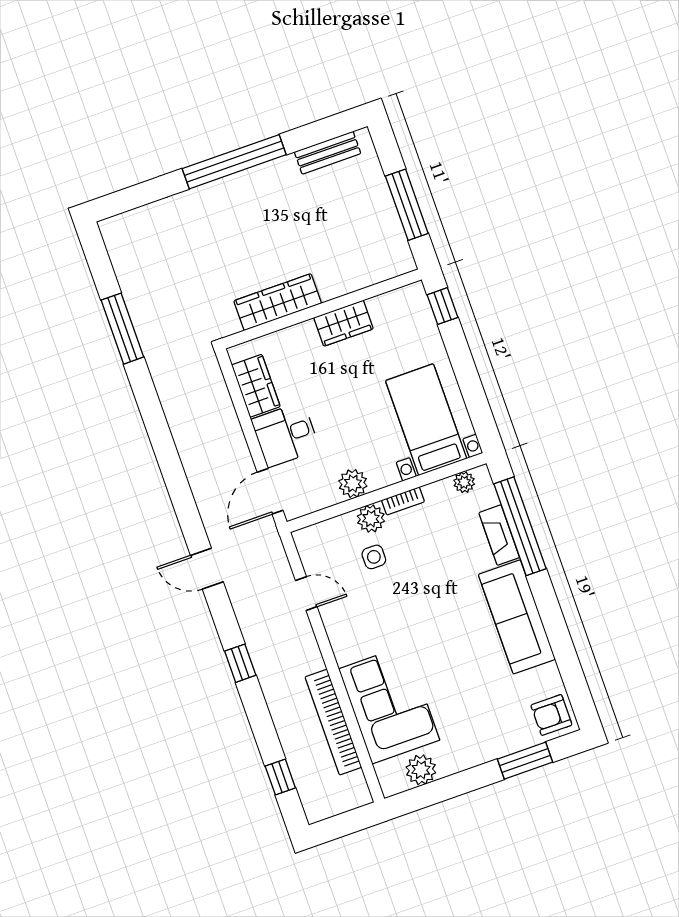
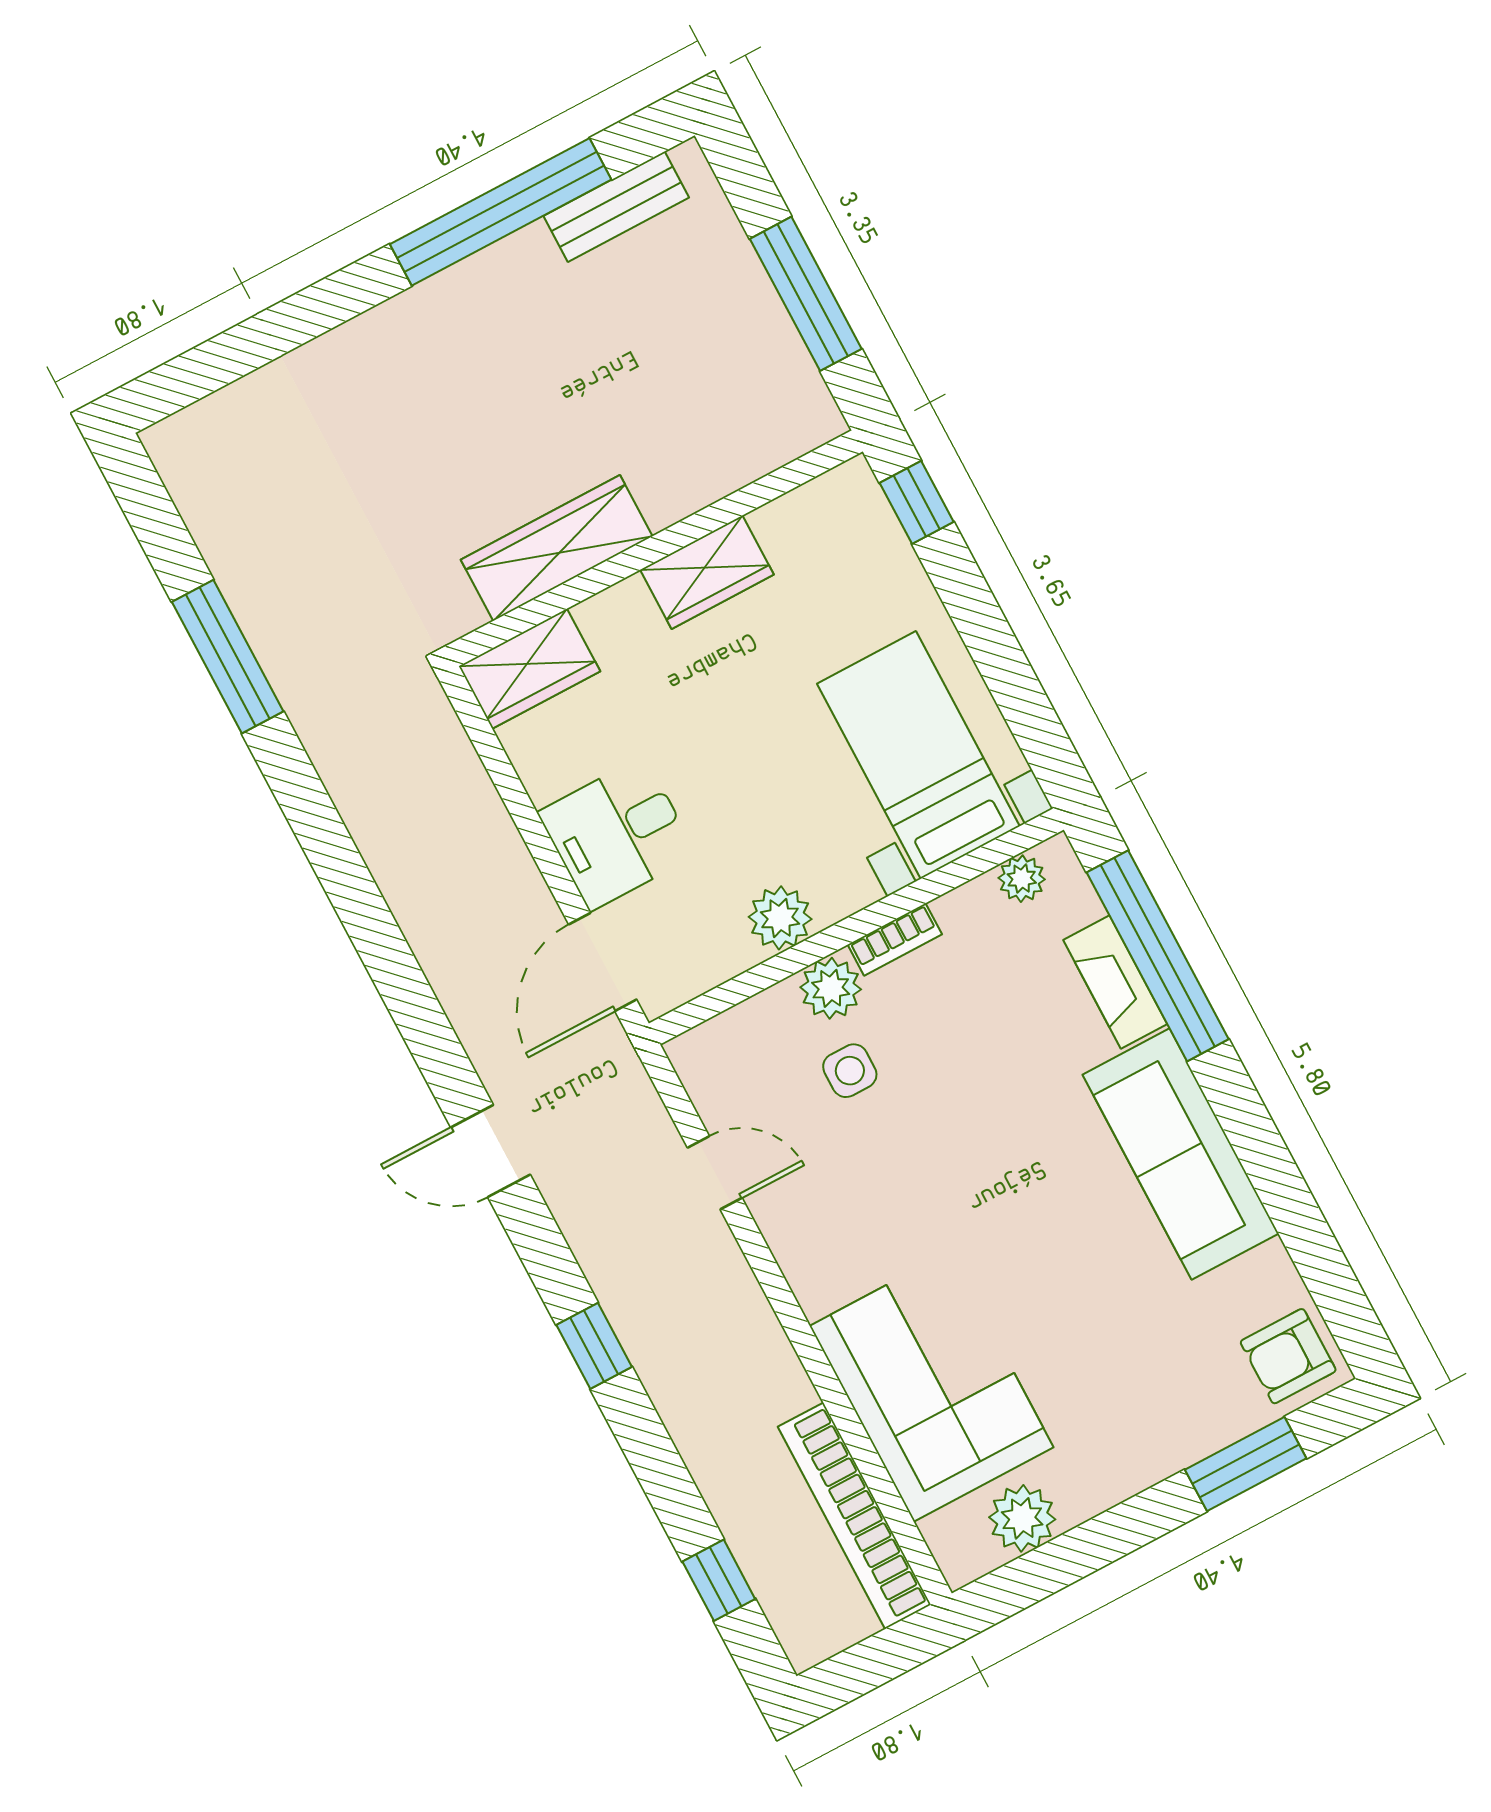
window: (234, 162) -> (501, 212), moved
wardrobe: (256, 386) -> (530, 669), moved, turned 90
bookcase: (333, 722) -> (854, 1516), moved

